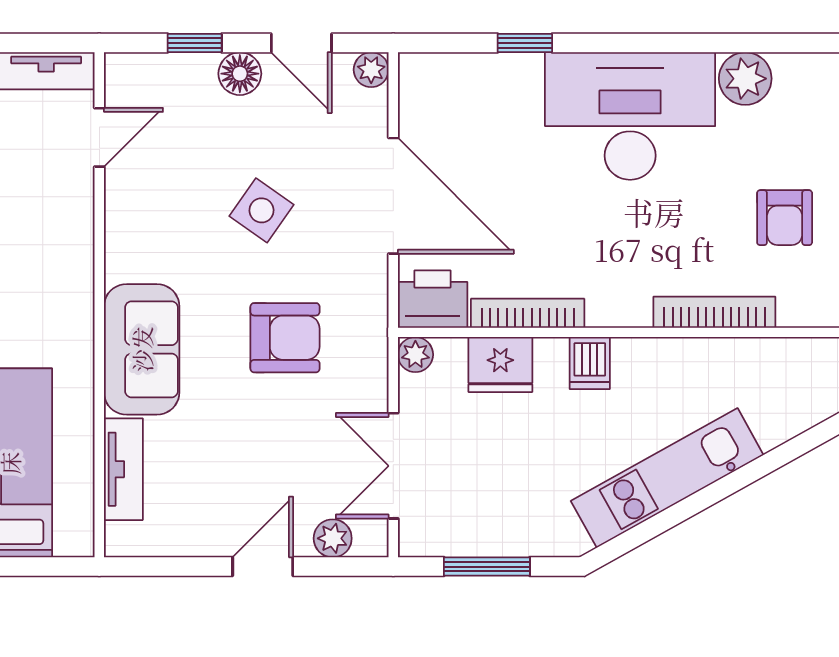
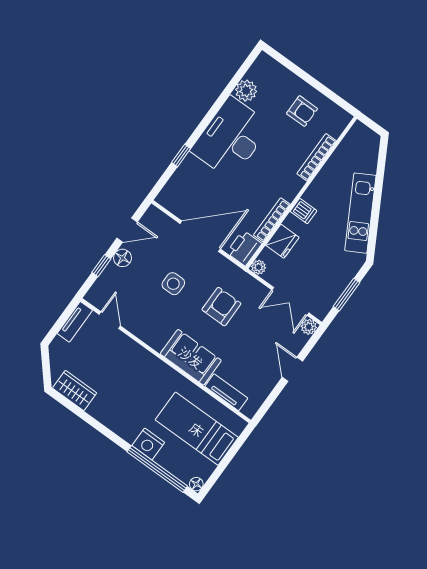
plant: (371, 70) -> (153, 213), removed
side table: (261, 210) -> (173, 284), turned -35
plant: (333, 538) -> (309, 327), moved

